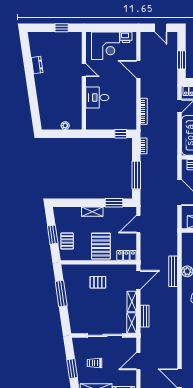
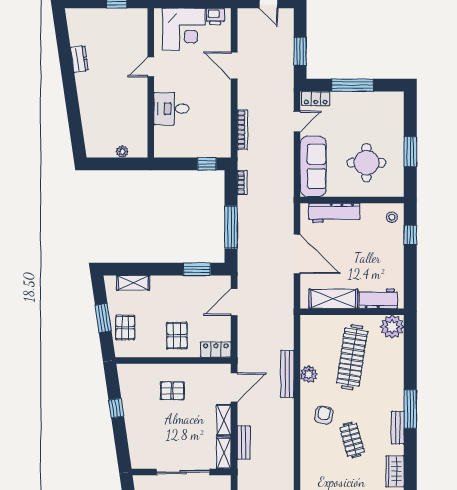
door: (84, 70) -> (151, 67), swing flipped
shelving: (92, 212) -> (133, 283), moved
pallet: (101, 246) -> (177, 336), width x0.67, depth x0.71
window: (61, 294) -> (116, 408), width x0.46

